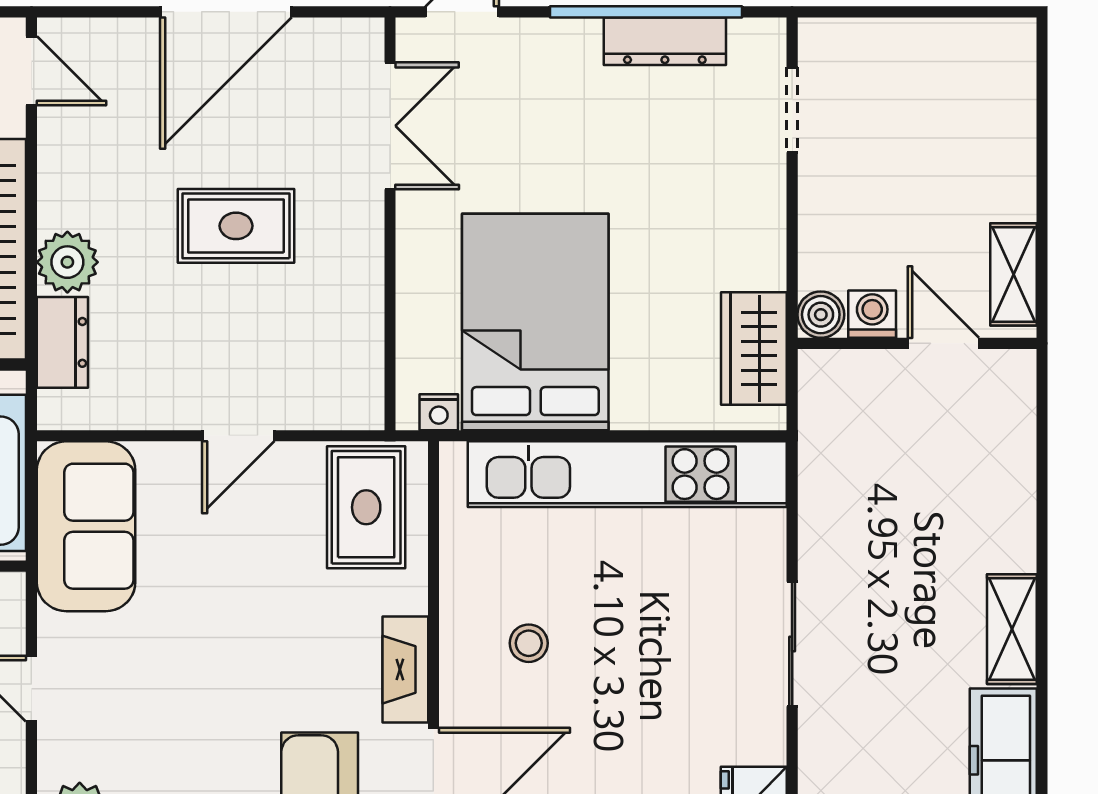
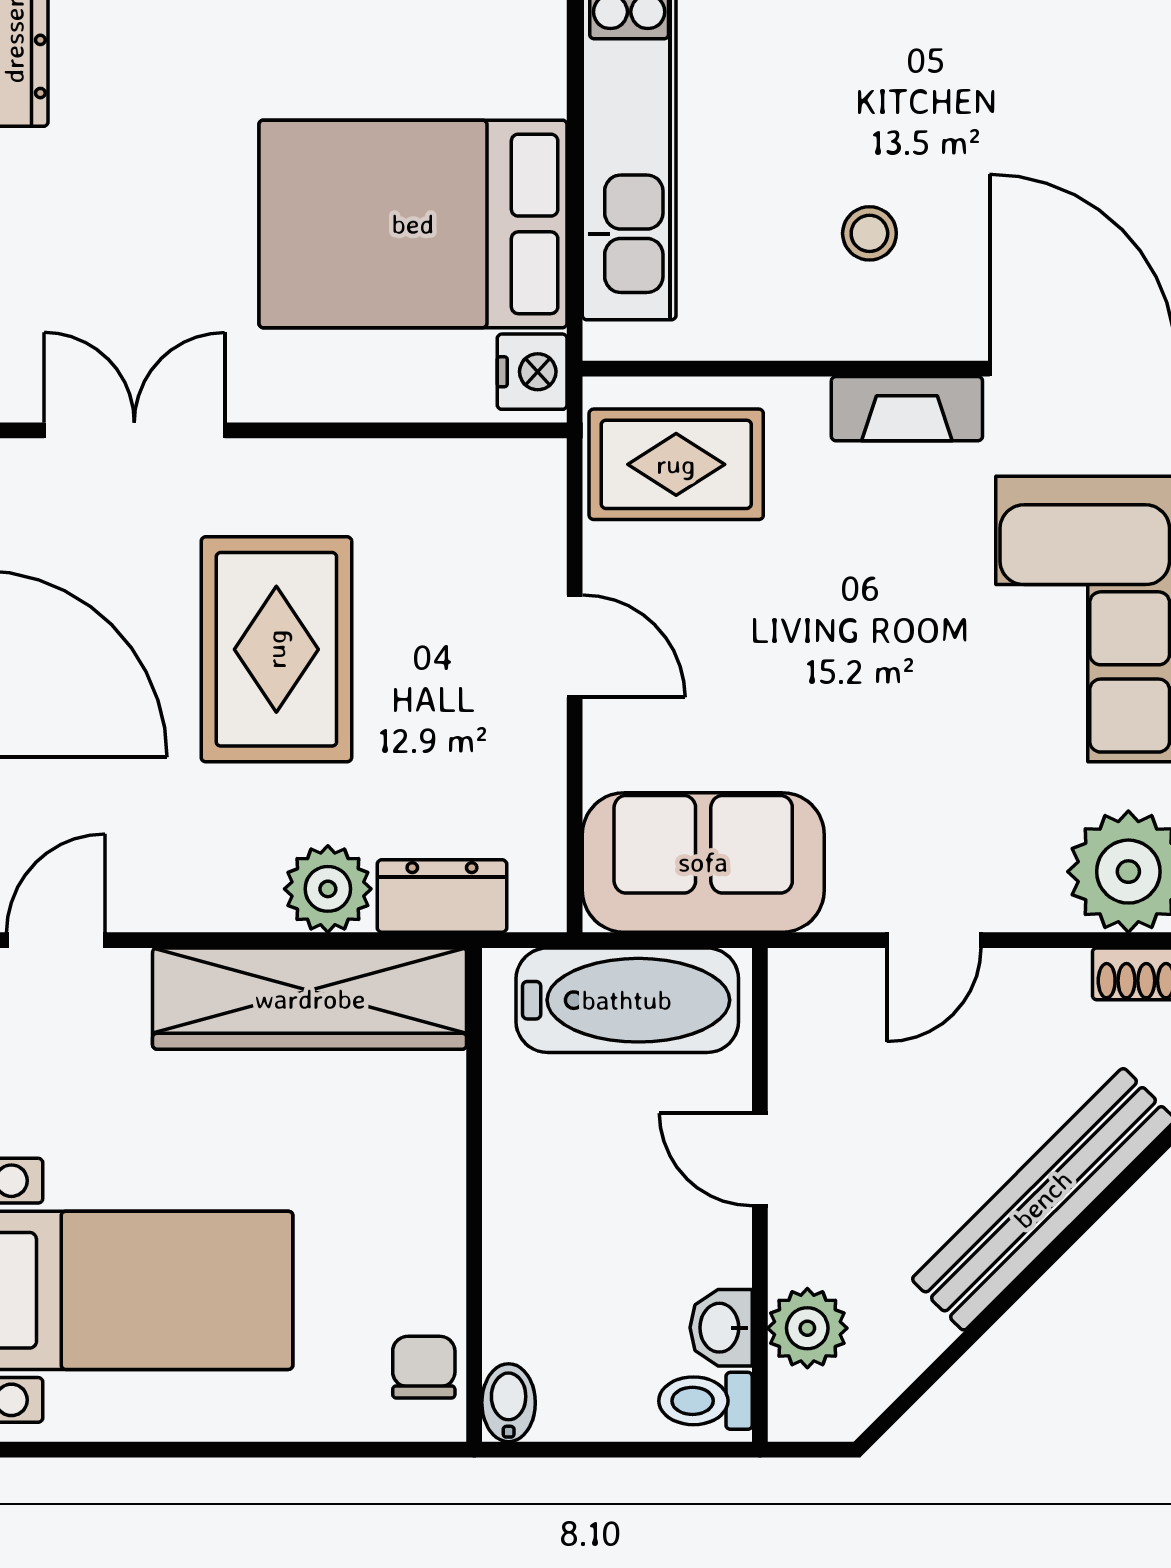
rug: (236, 226) -> (276, 649), width x1.36, depth x1.43
nightstand: (439, 412) -> (532, 372), width x1.39, depth x1.35

